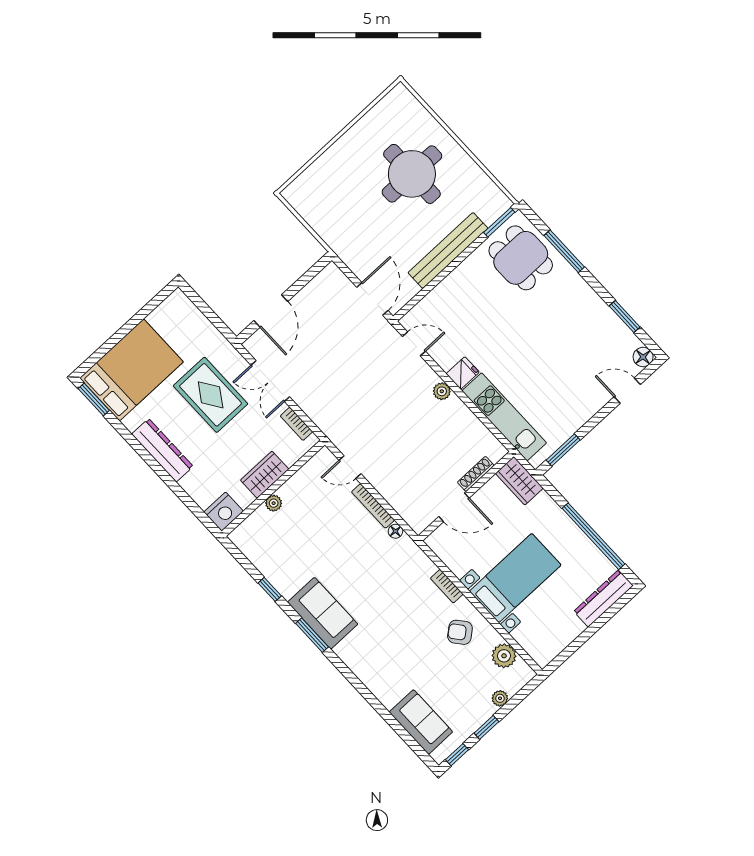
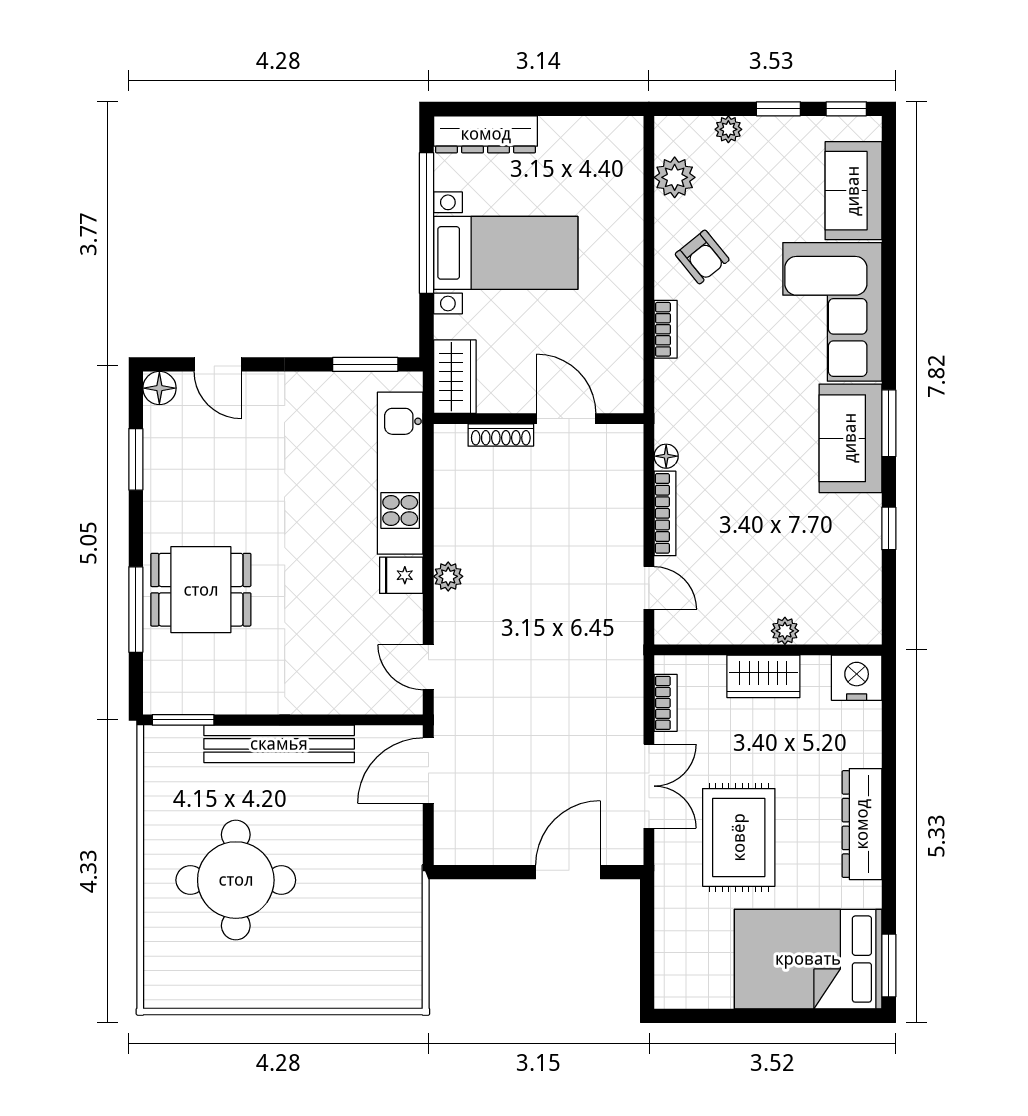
dining table: (521, 258) -> (201, 590), moved, turned 90
bed with nightstands: (515, 578) -> (506, 253), moved, turned 180
corner sofa: (381, 661) -> (832, 312), added

